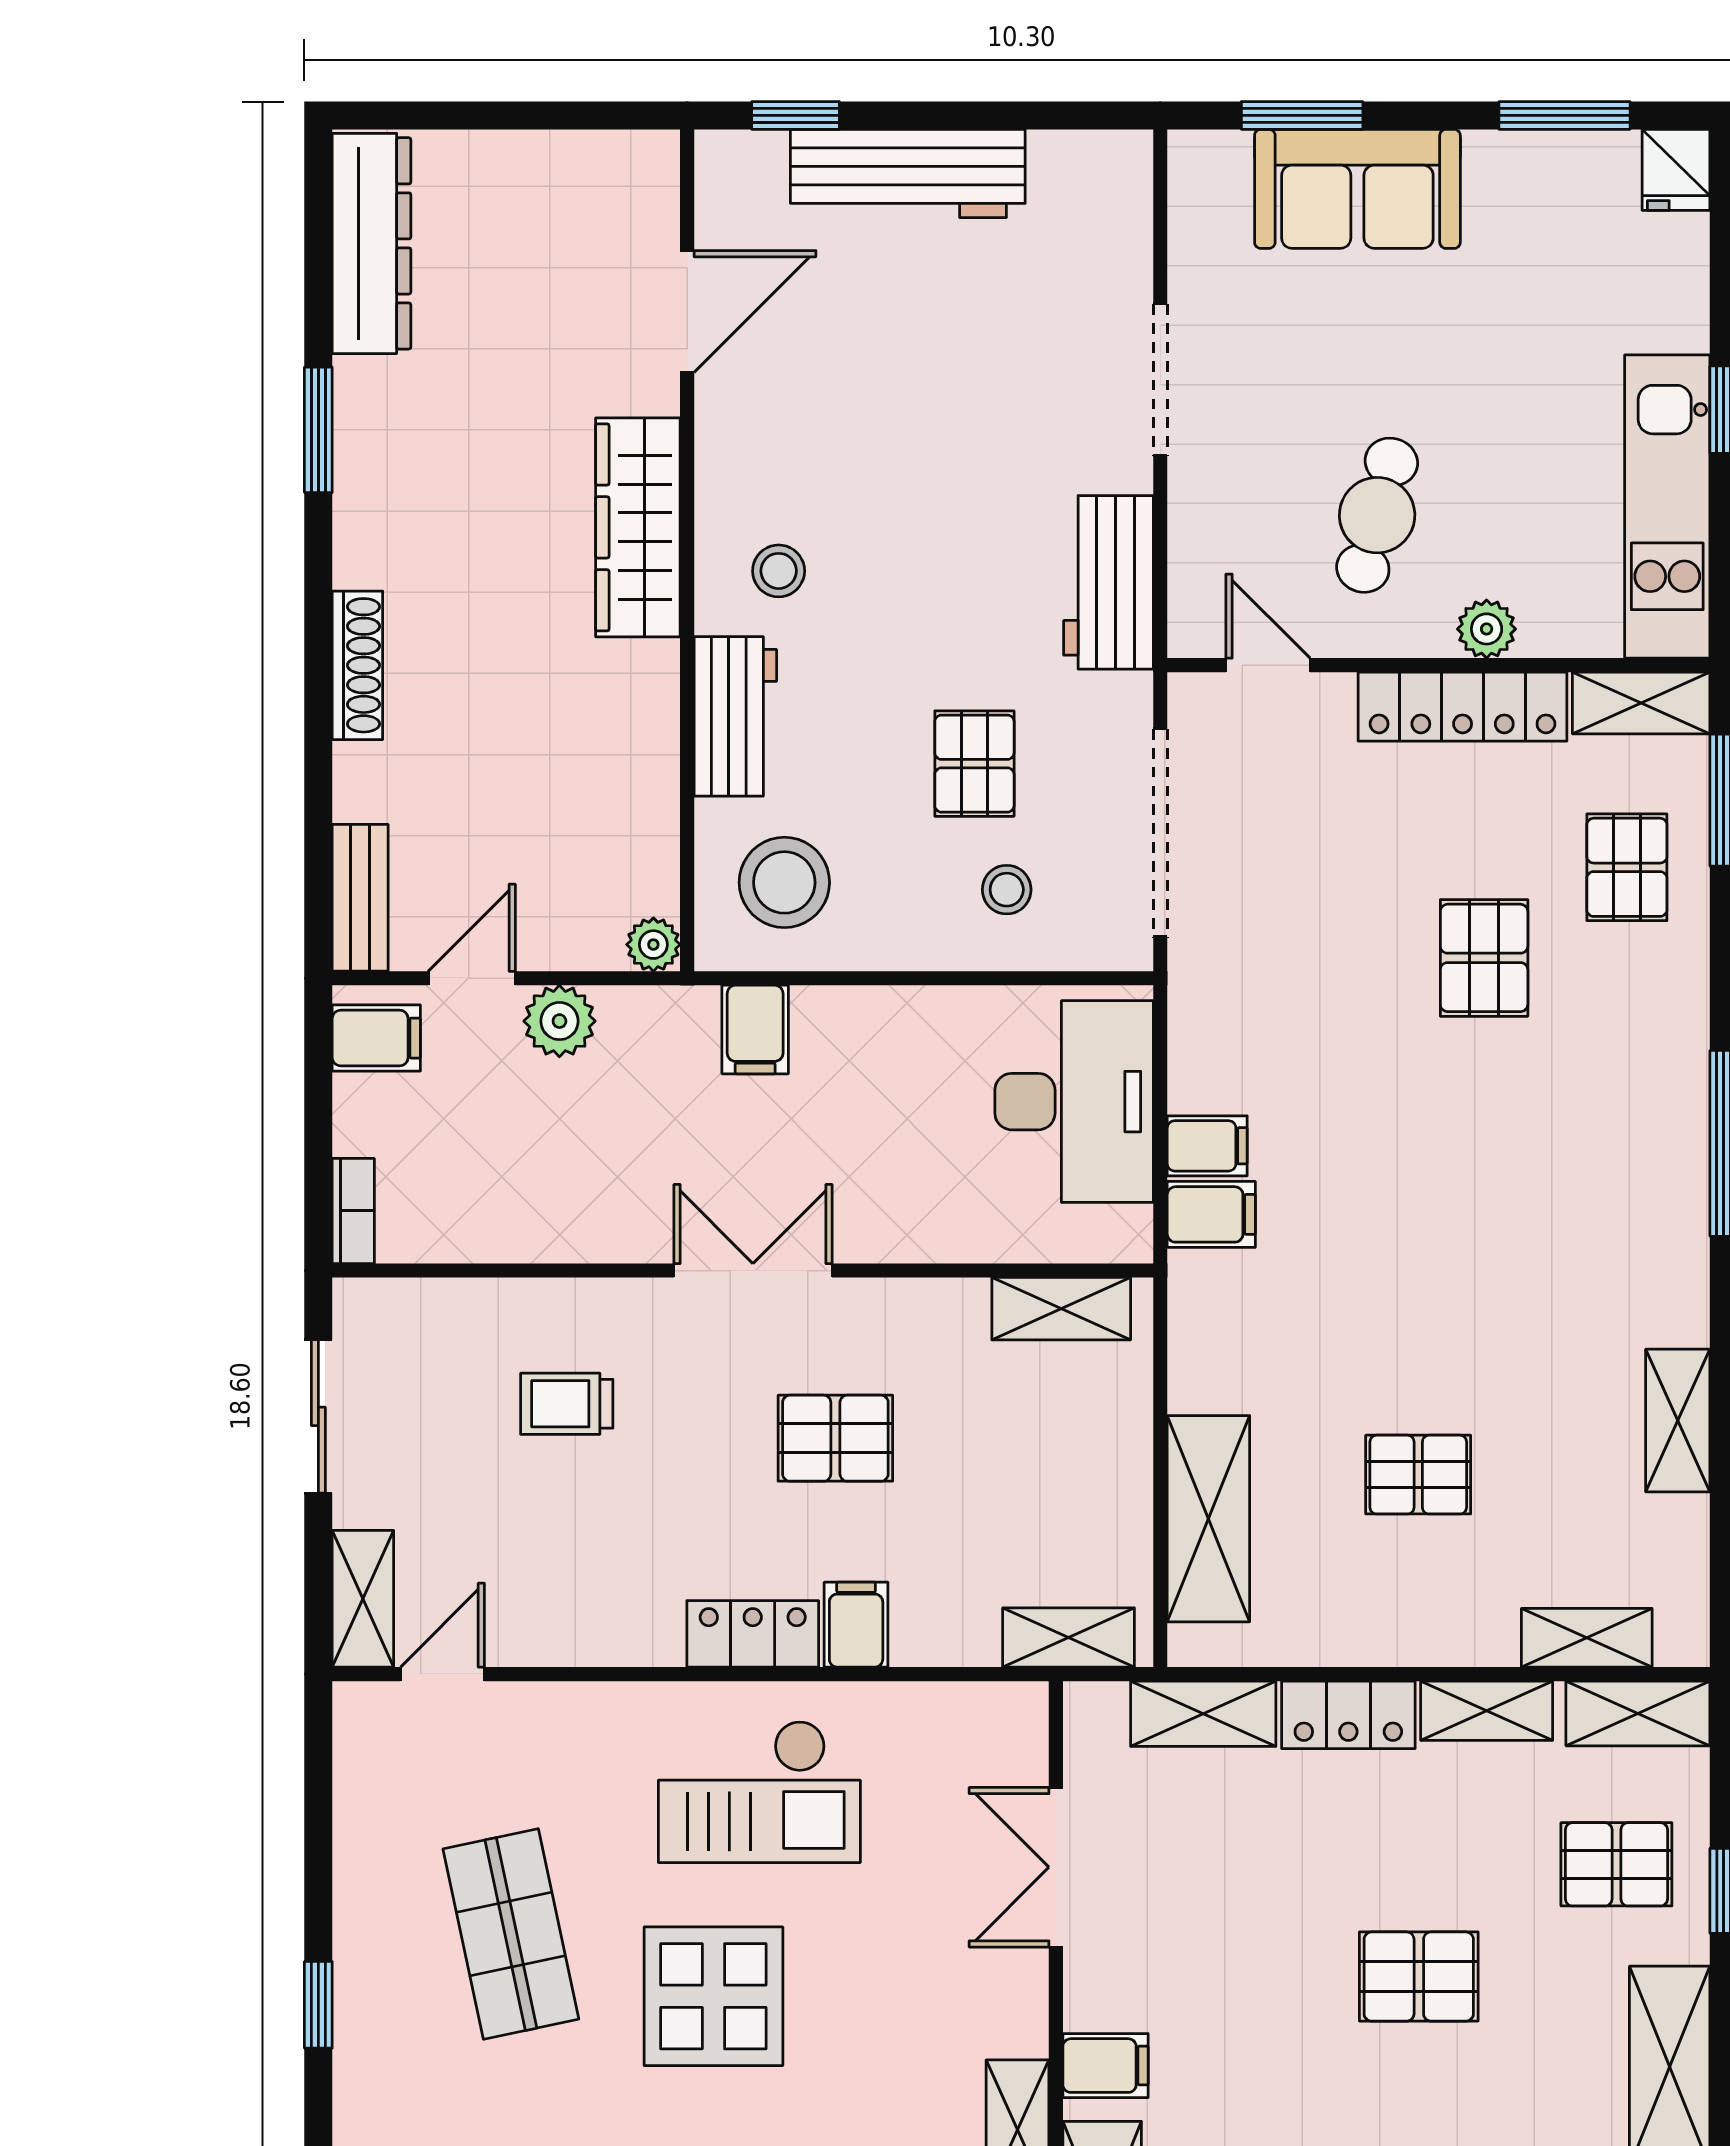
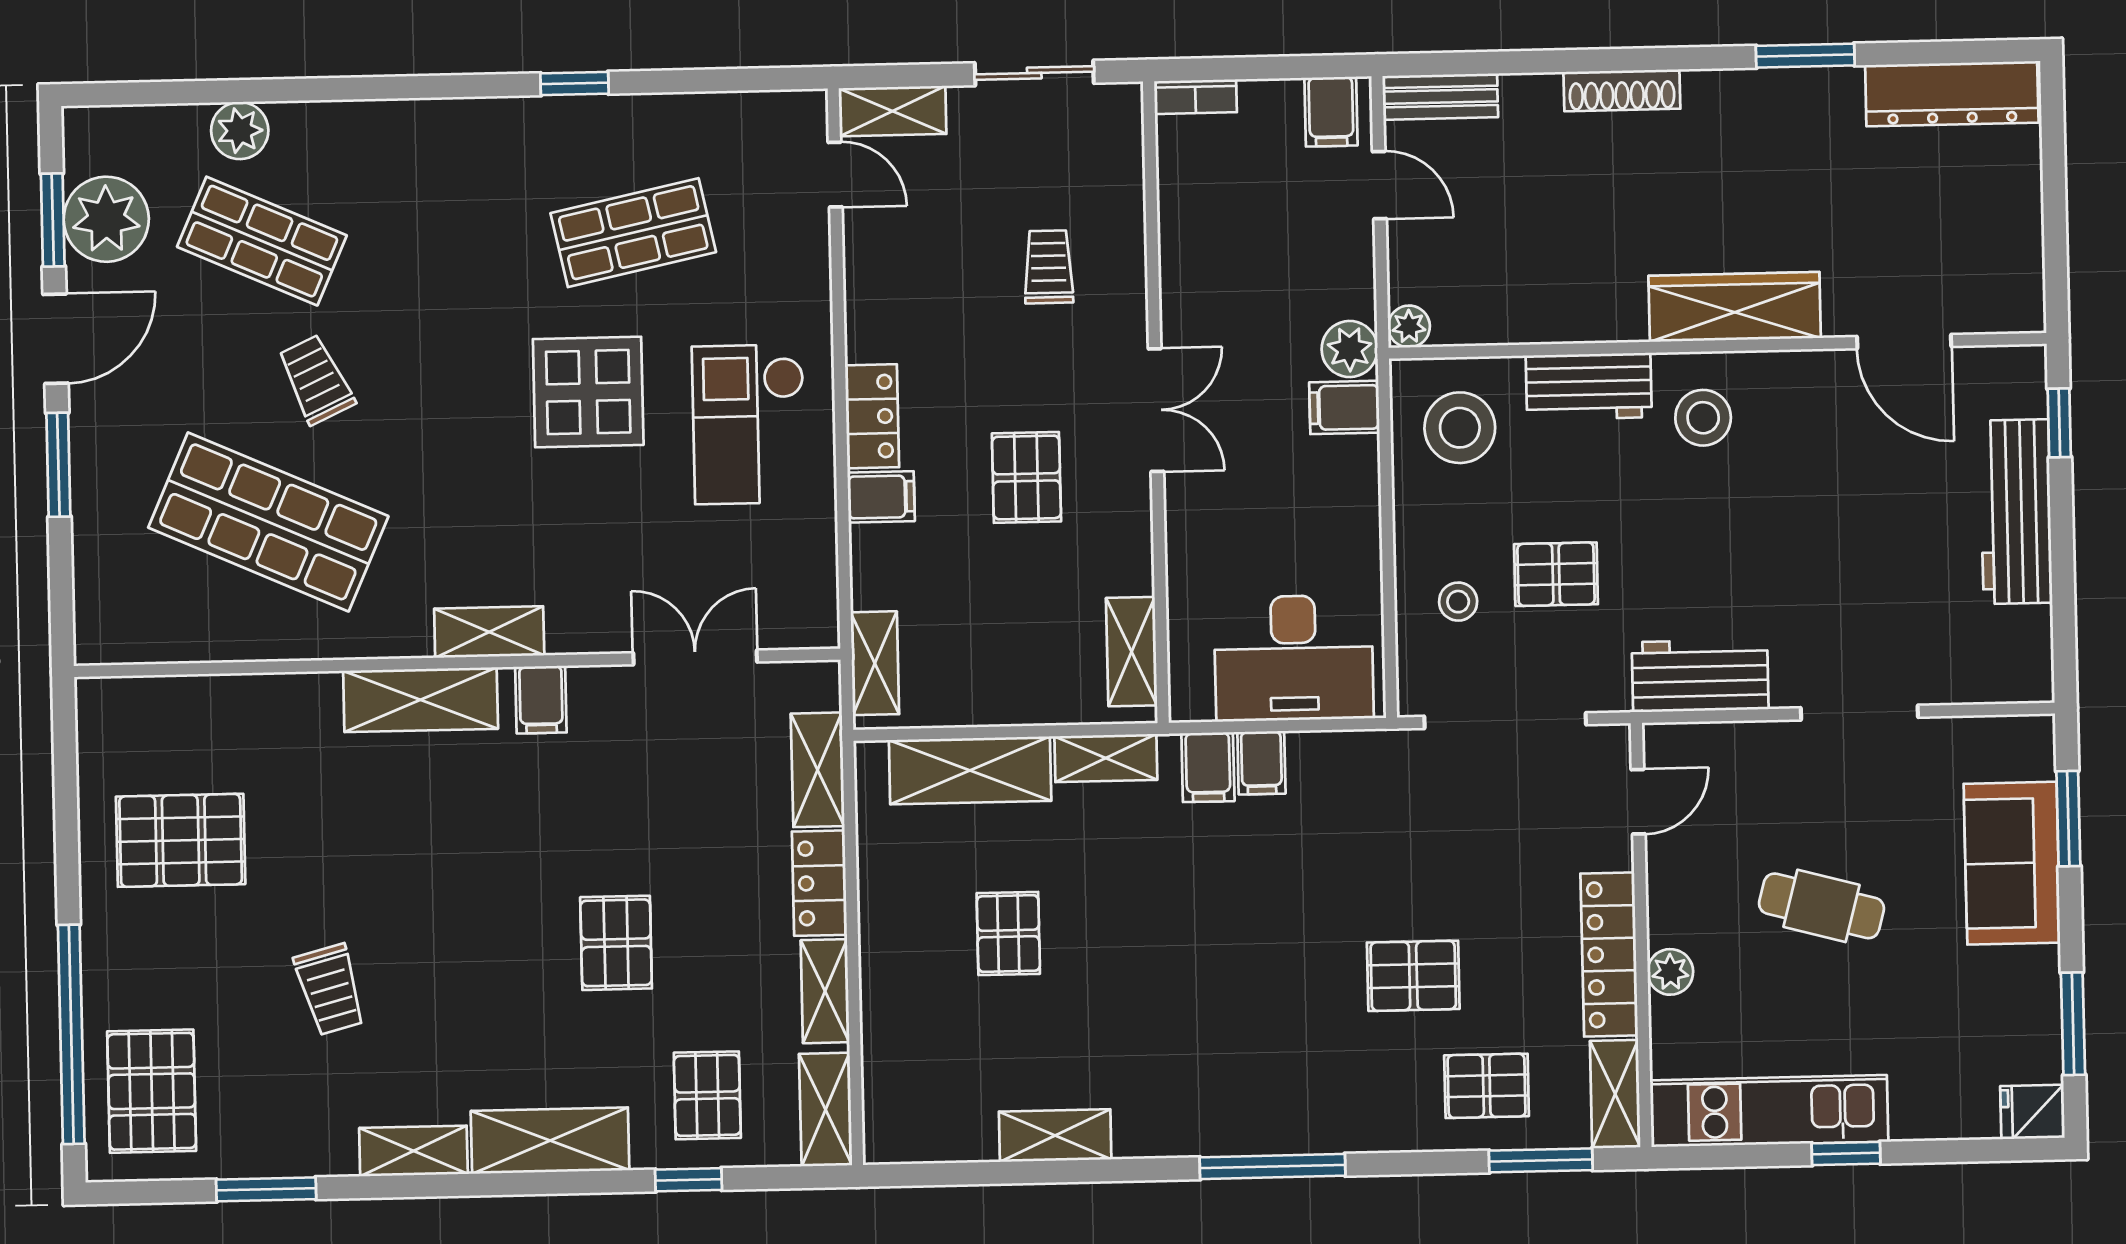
cafe table: (1377, 515) -> (1821, 906), moved
stool: (779, 571) -> (1703, 418), width x1.37, depth x1.37
plant: (559, 1021) -> (1350, 349), moved
shelving: (1587, 1638) -> (1106, 758), moved, turned 90

